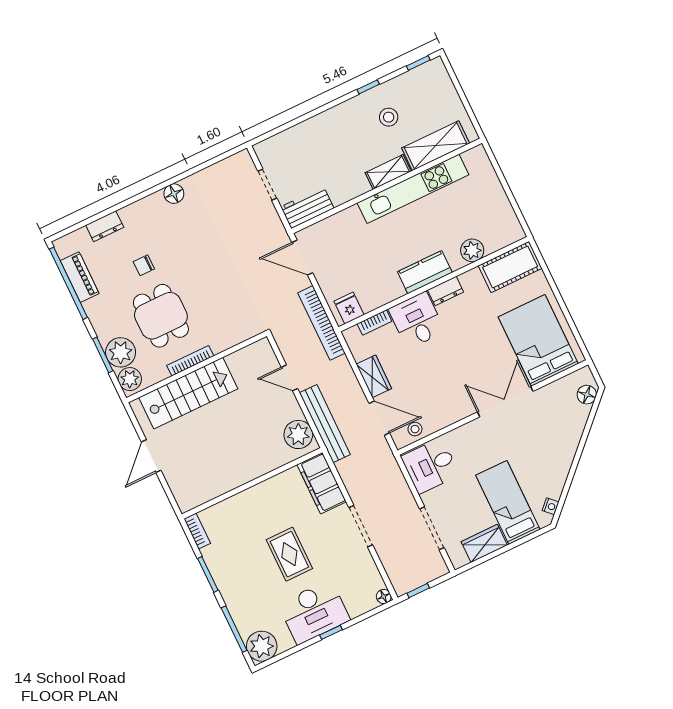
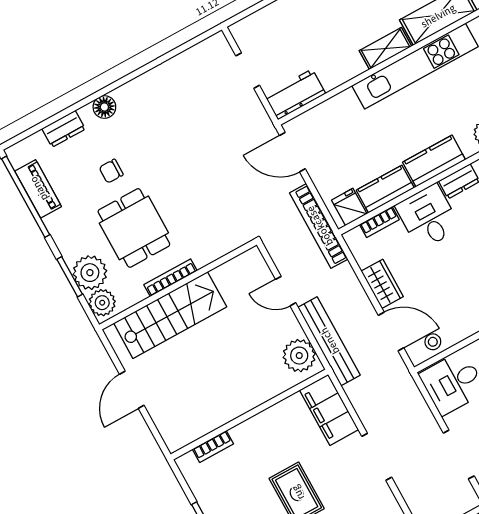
floor lamp: (174, 194) -> (104, 107), moved
kitchen counter: (381, 294) -> (385, 189), added
bookcase: (197, 531) -> (213, 446), moved, turned 90

